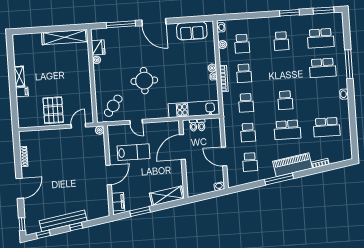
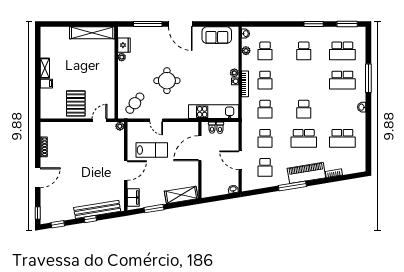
bench: (63, 221) -> (97, 209), moved

